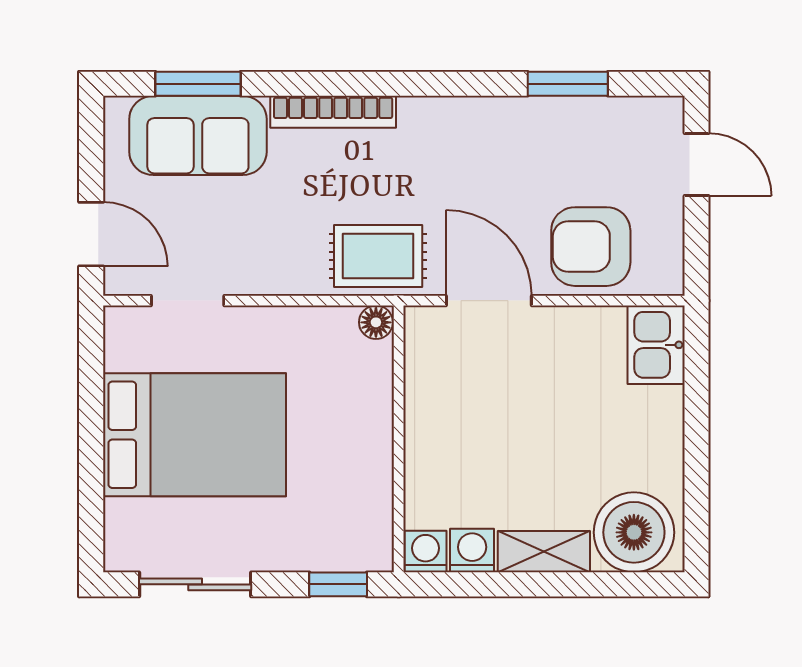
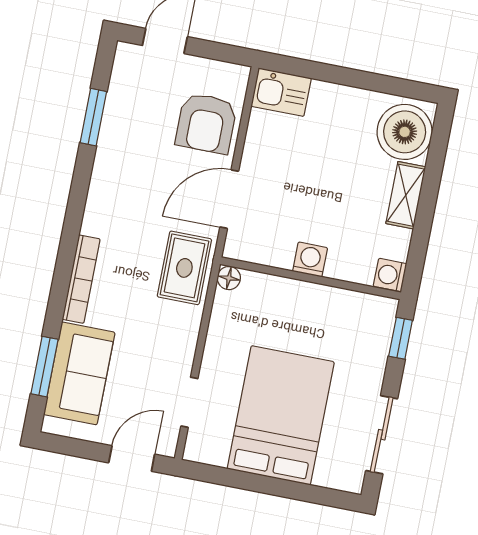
washing machine: (472, 551) -> (310, 260), moved, turned 90

